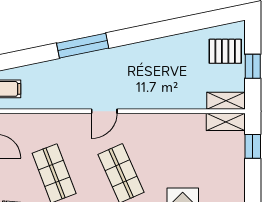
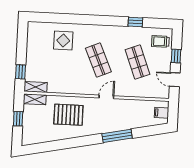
pallet: (225, 51) -> (68, 115), moved, width x1.50, depth x1.42

